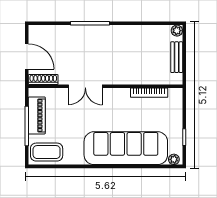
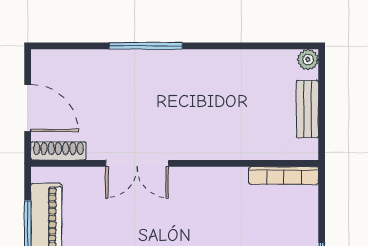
bookcase: (149, 93) -> (284, 176), moved

